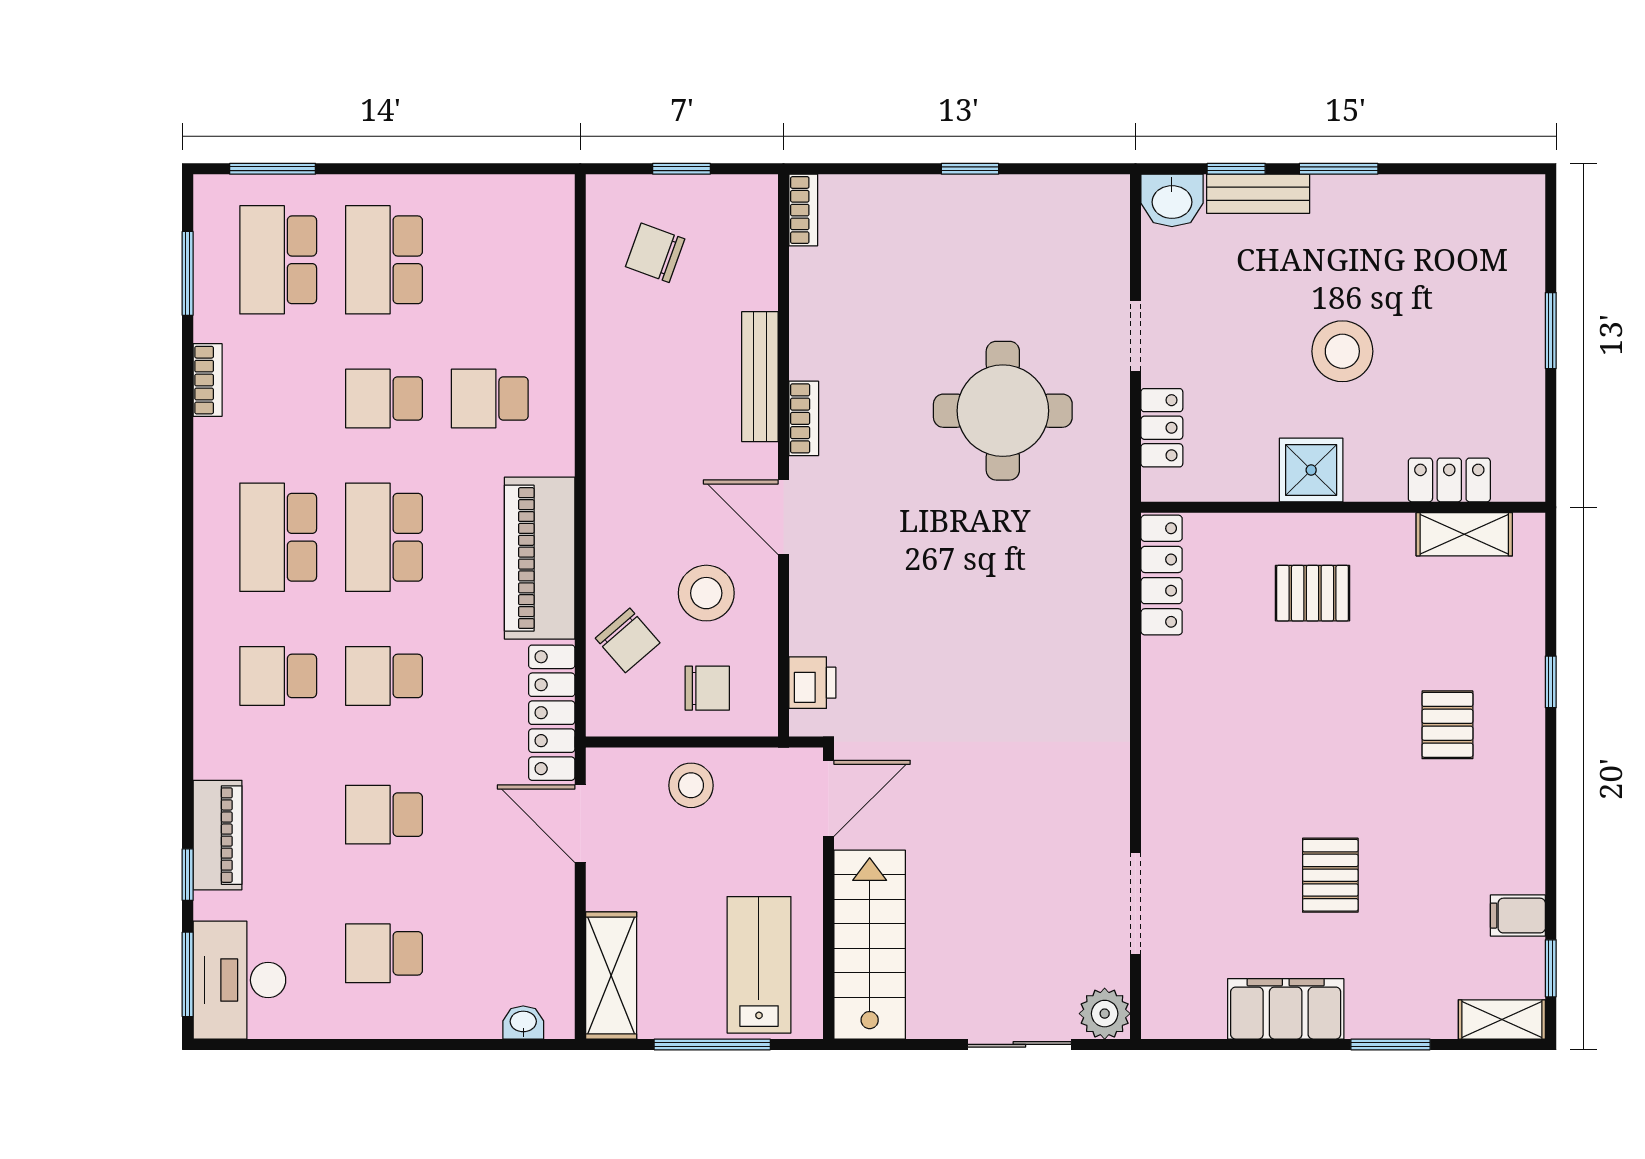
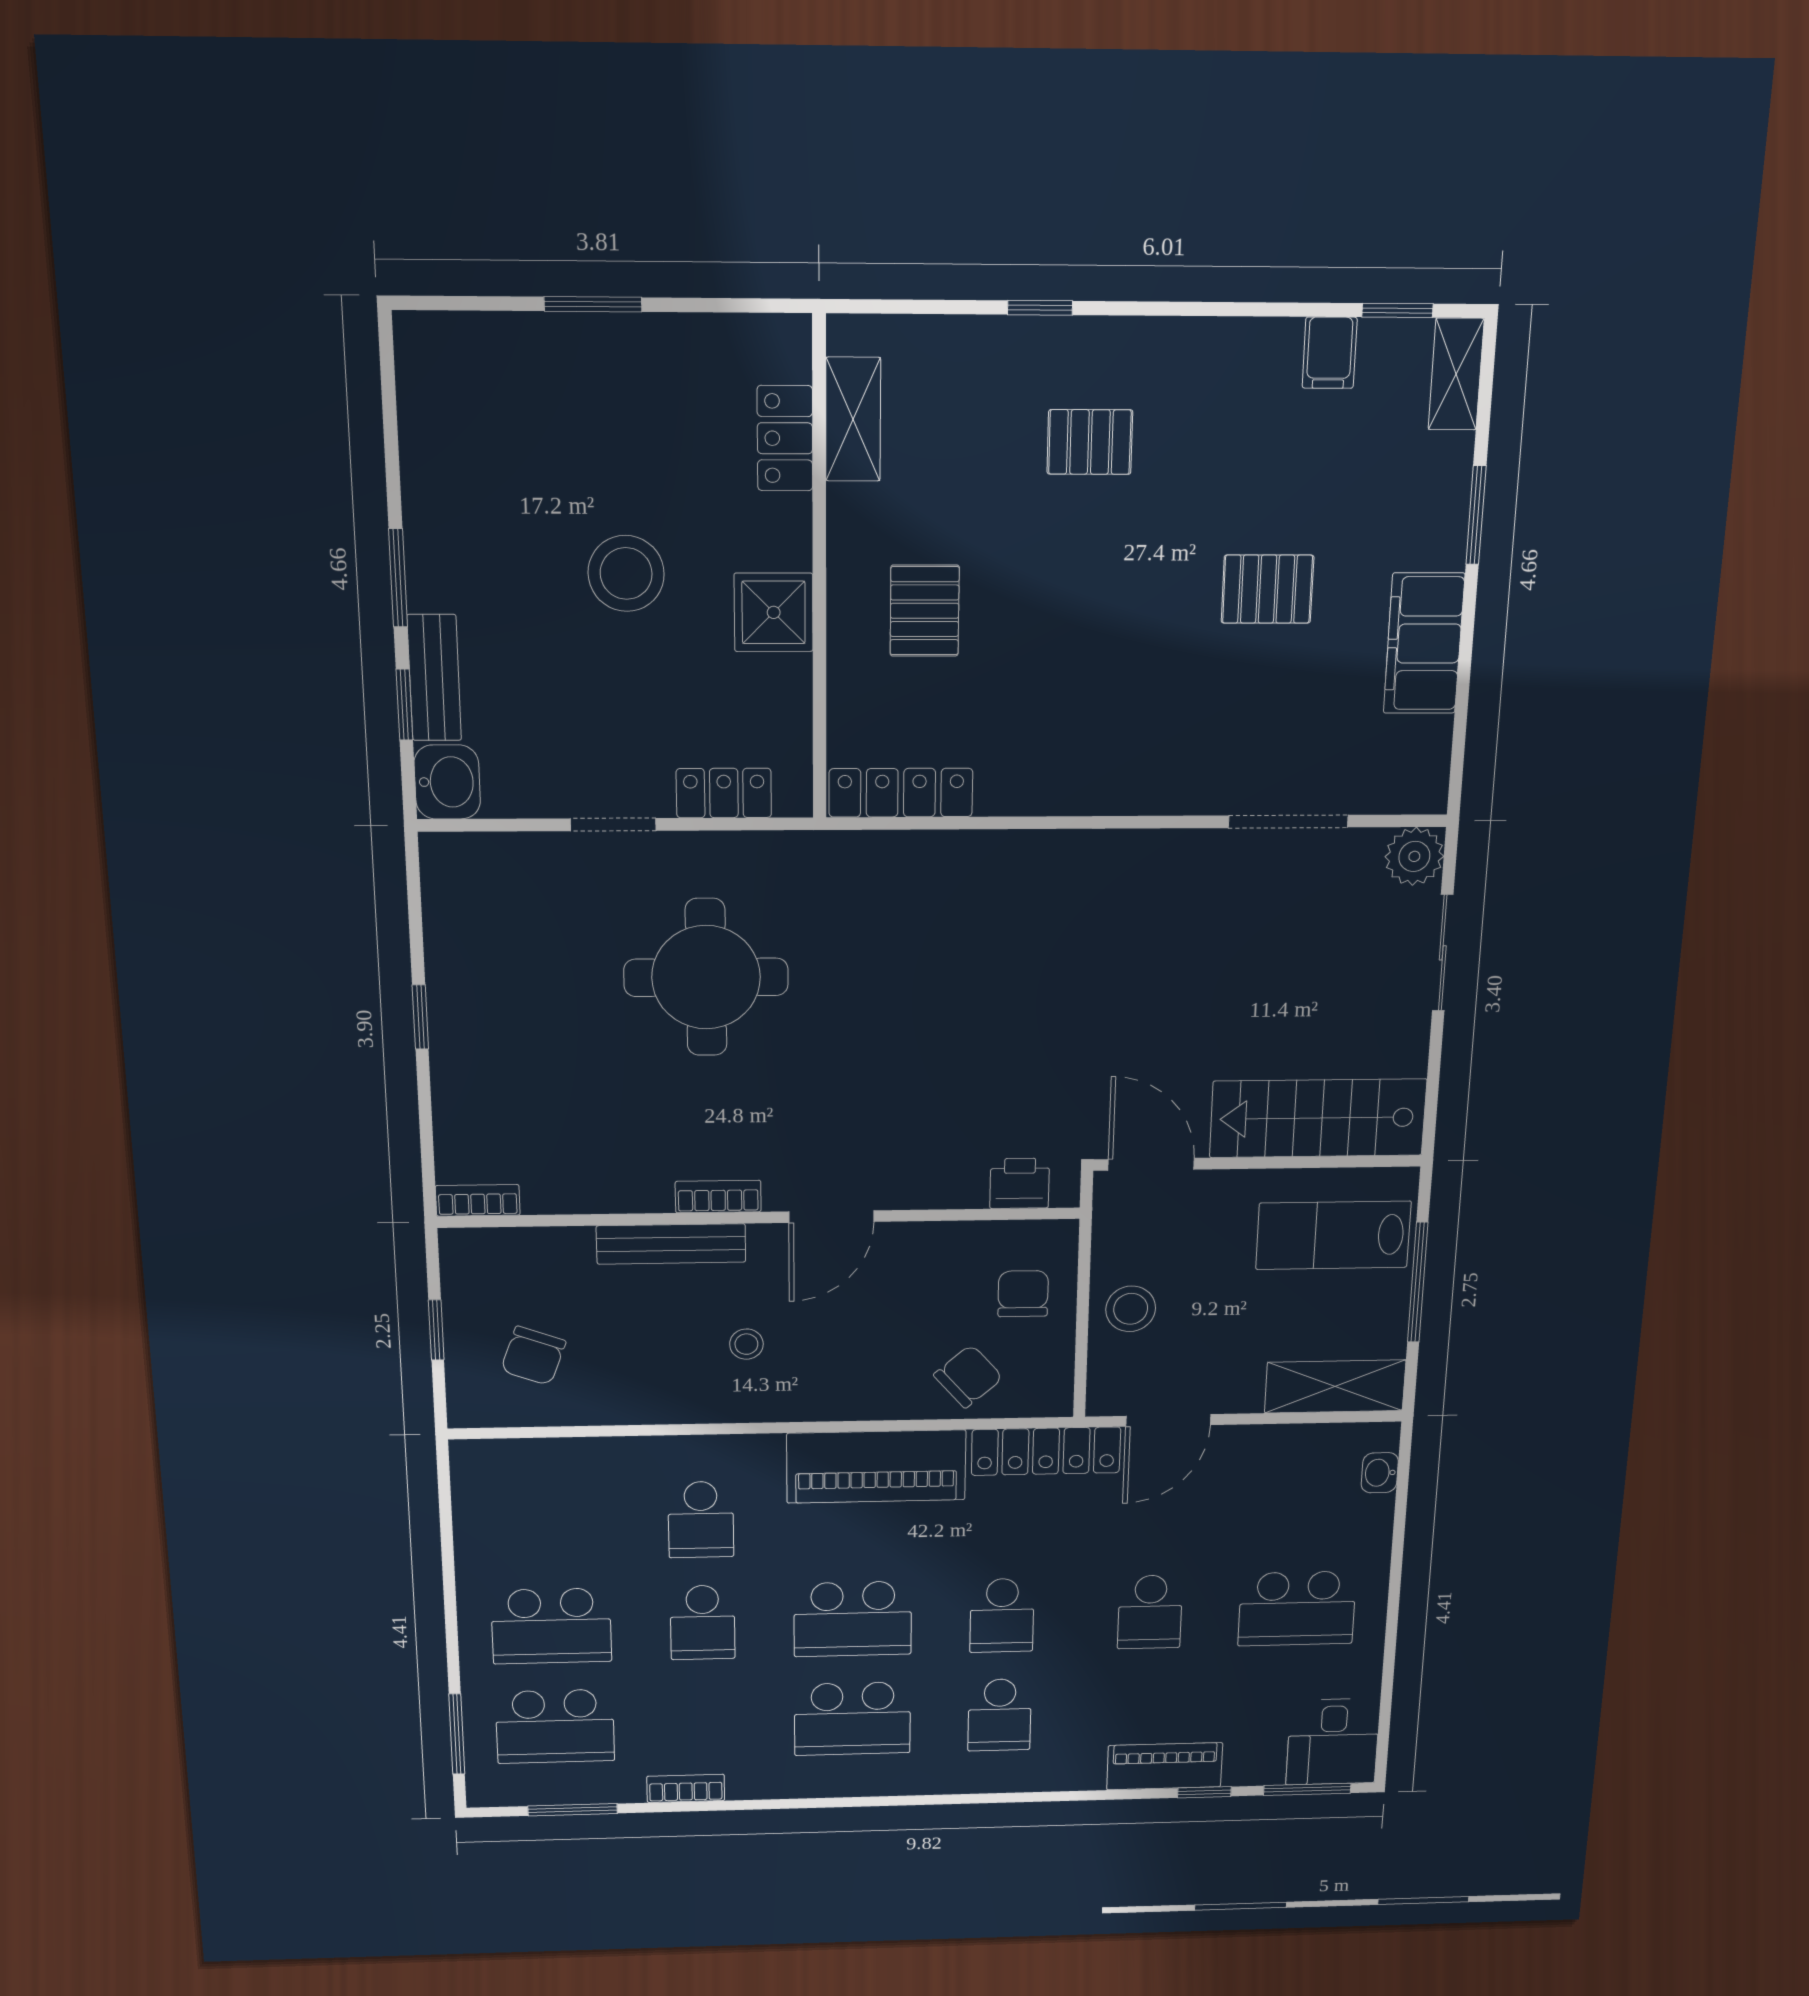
stool: (706, 593) -> (746, 1344), moved, width x0.53, depth x0.53
school desk: (384, 953) -> (1297, 1609), width x1.85
desk: (239, 980) -> (1333, 1742), width x0.73

